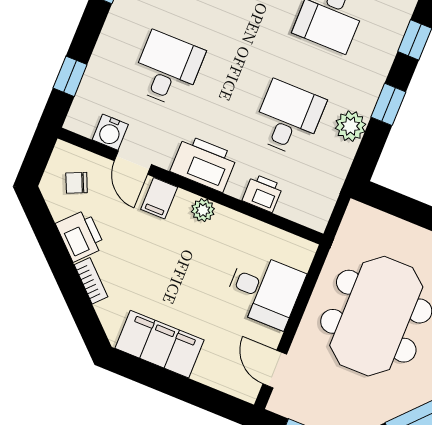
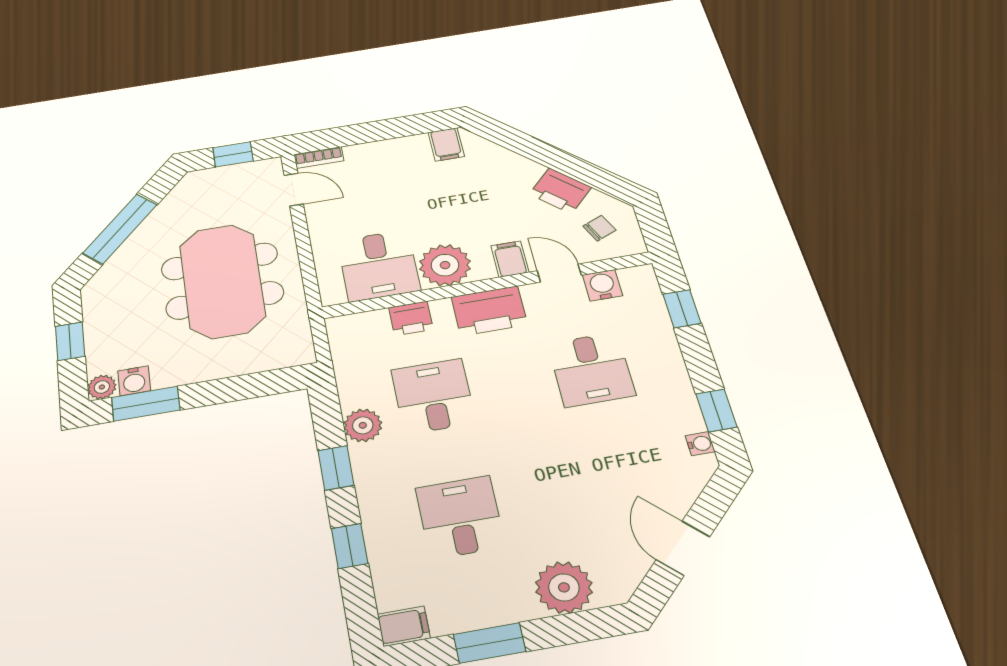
desk: (288, 118) -> (433, 396), turned 180
plant: (203, 210) -> (445, 265), width x1.87, depth x1.87
bookcase: (91, 281) -> (319, 157), moved, turned -43
desk: (264, 290) -> (379, 265), moved, turned -90
filing cabinet: (160, 344) -> (446, 144), width x0.33, depth x0.86

